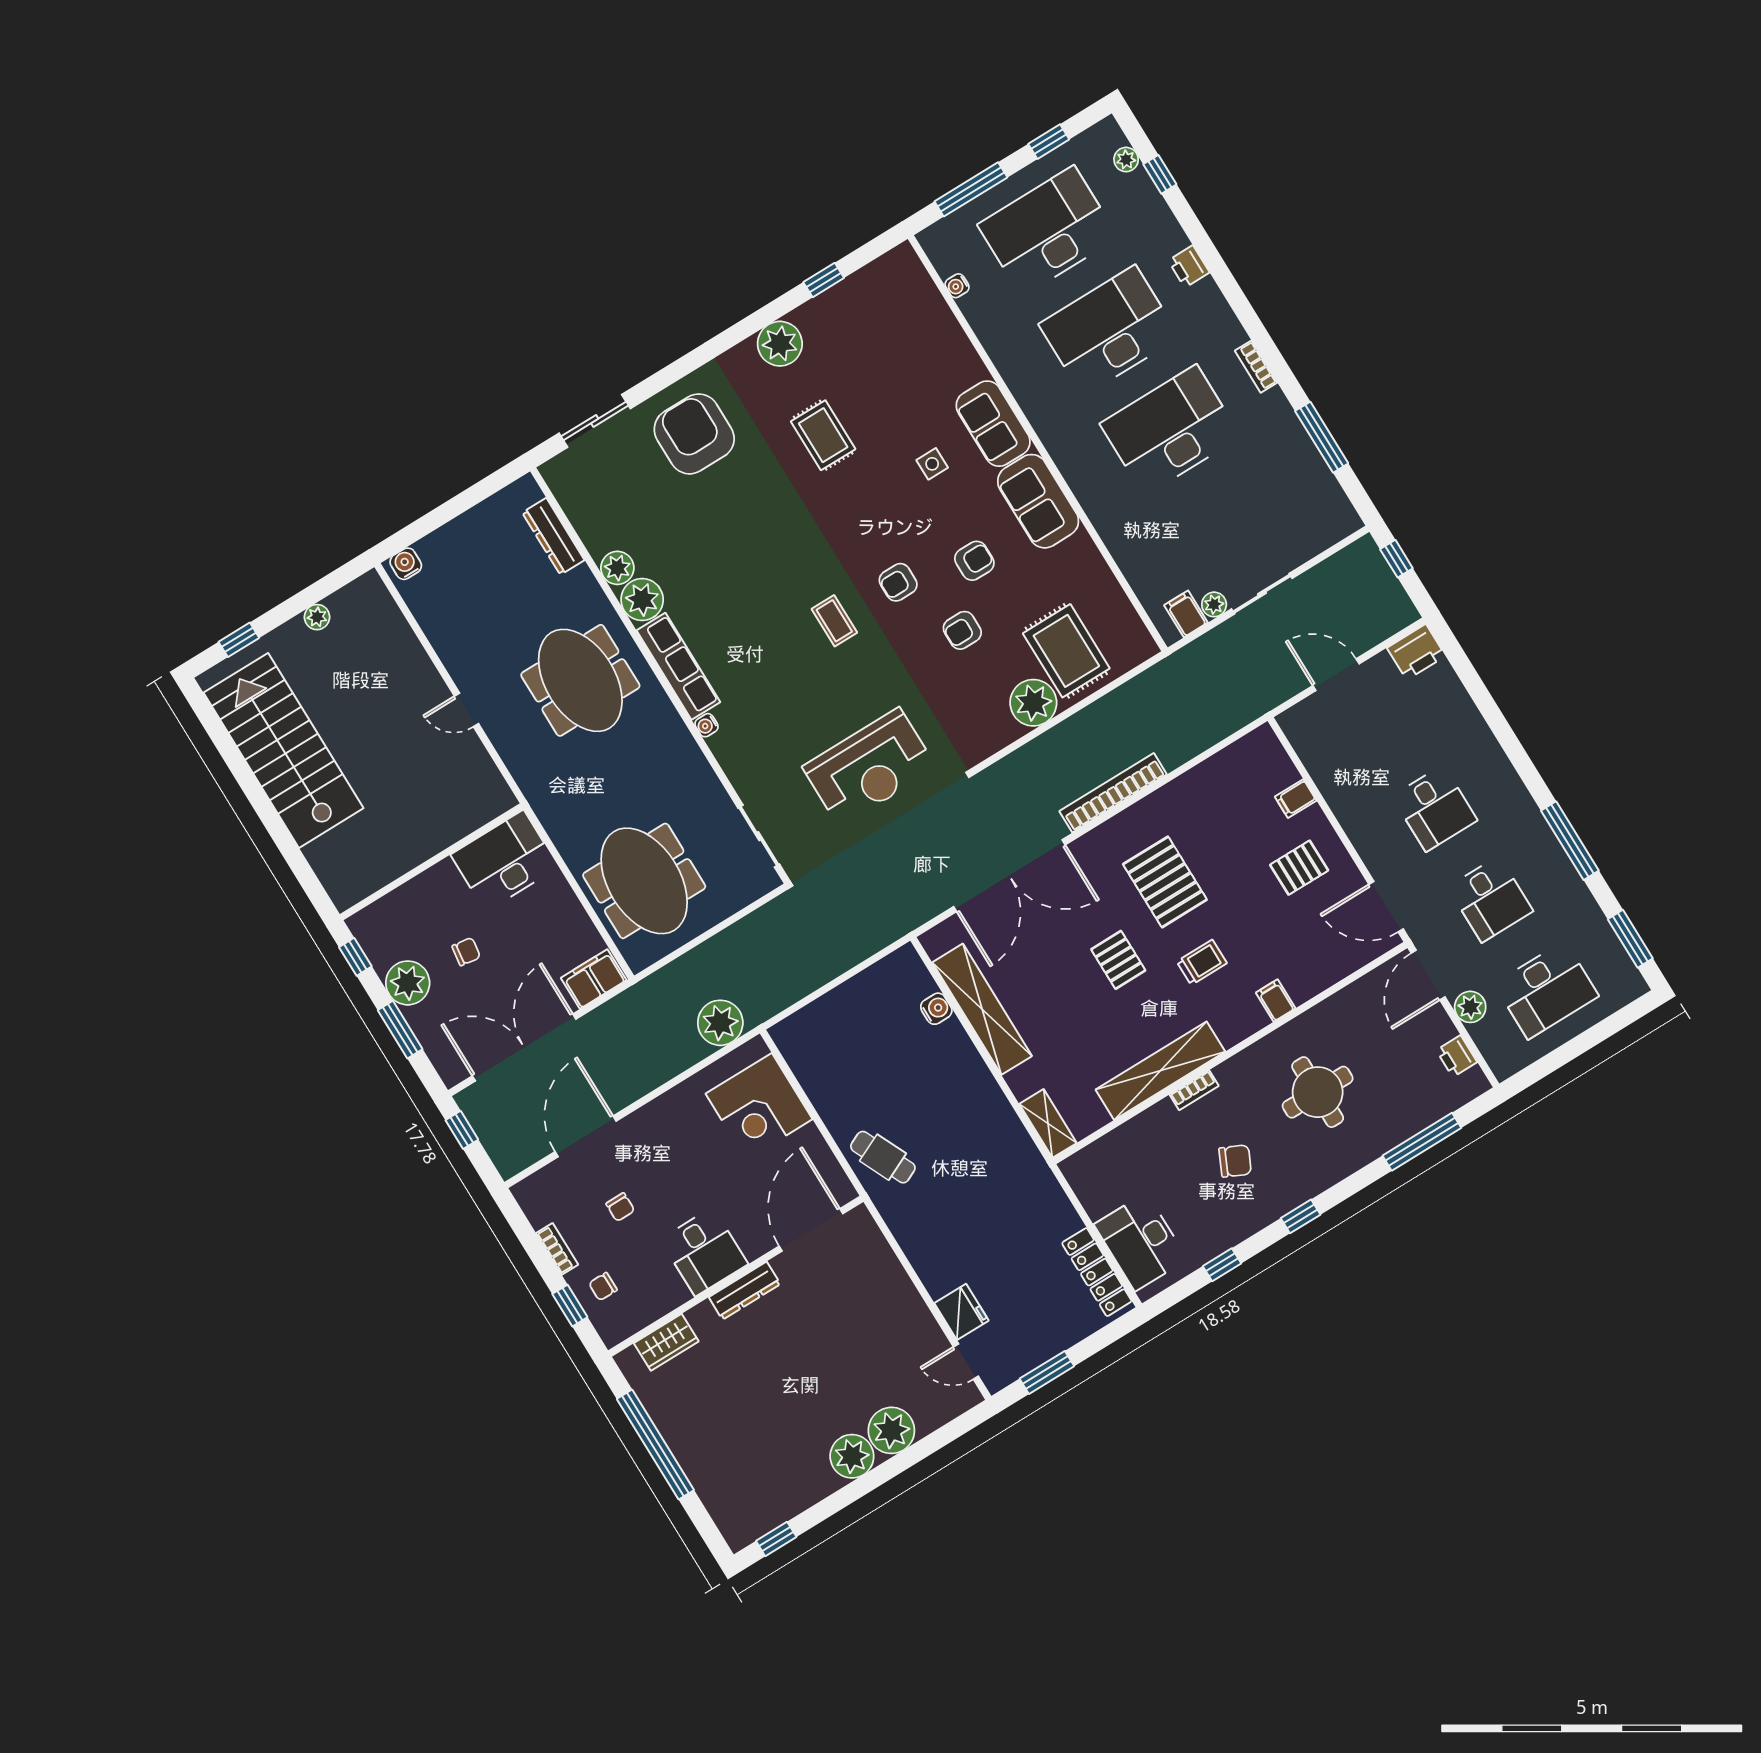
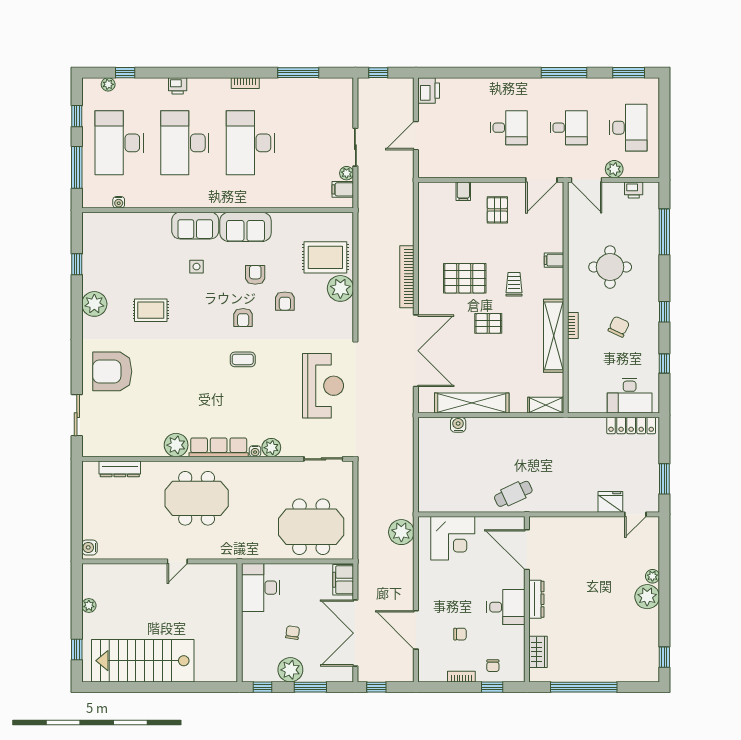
plant: (617, 568) -> (271, 448), moved
plant: (891, 1430) -> (652, 576), width x0.53, depth x0.53

